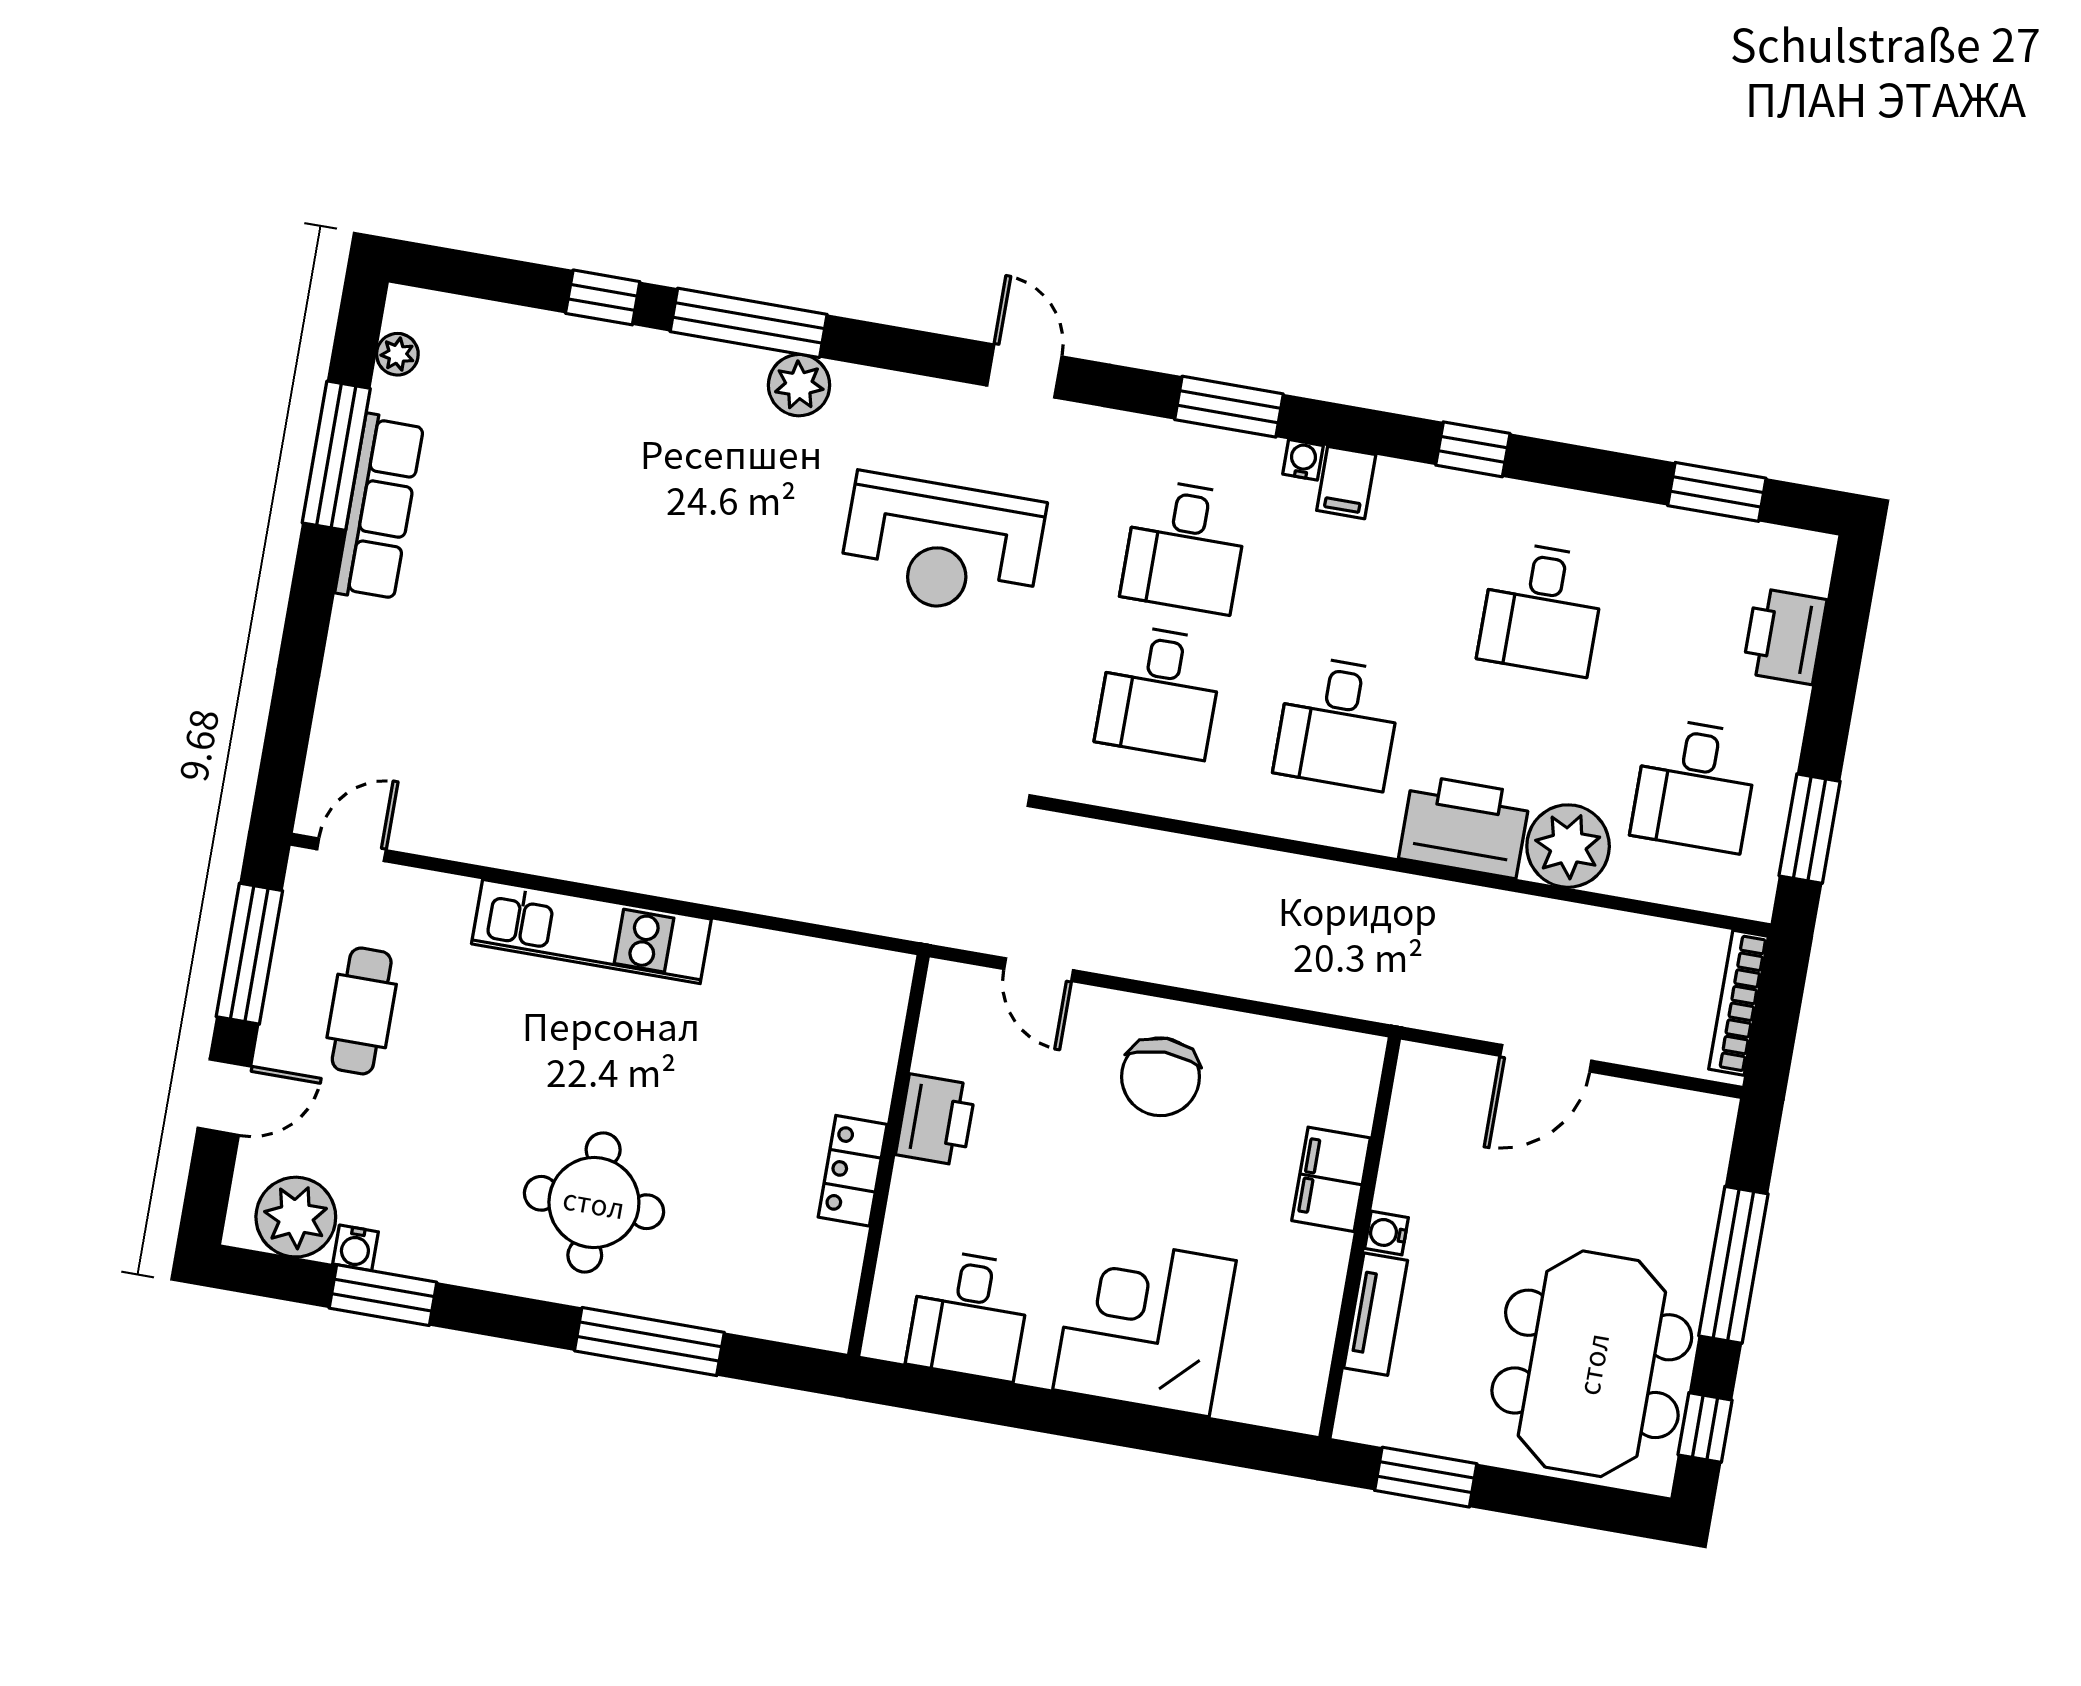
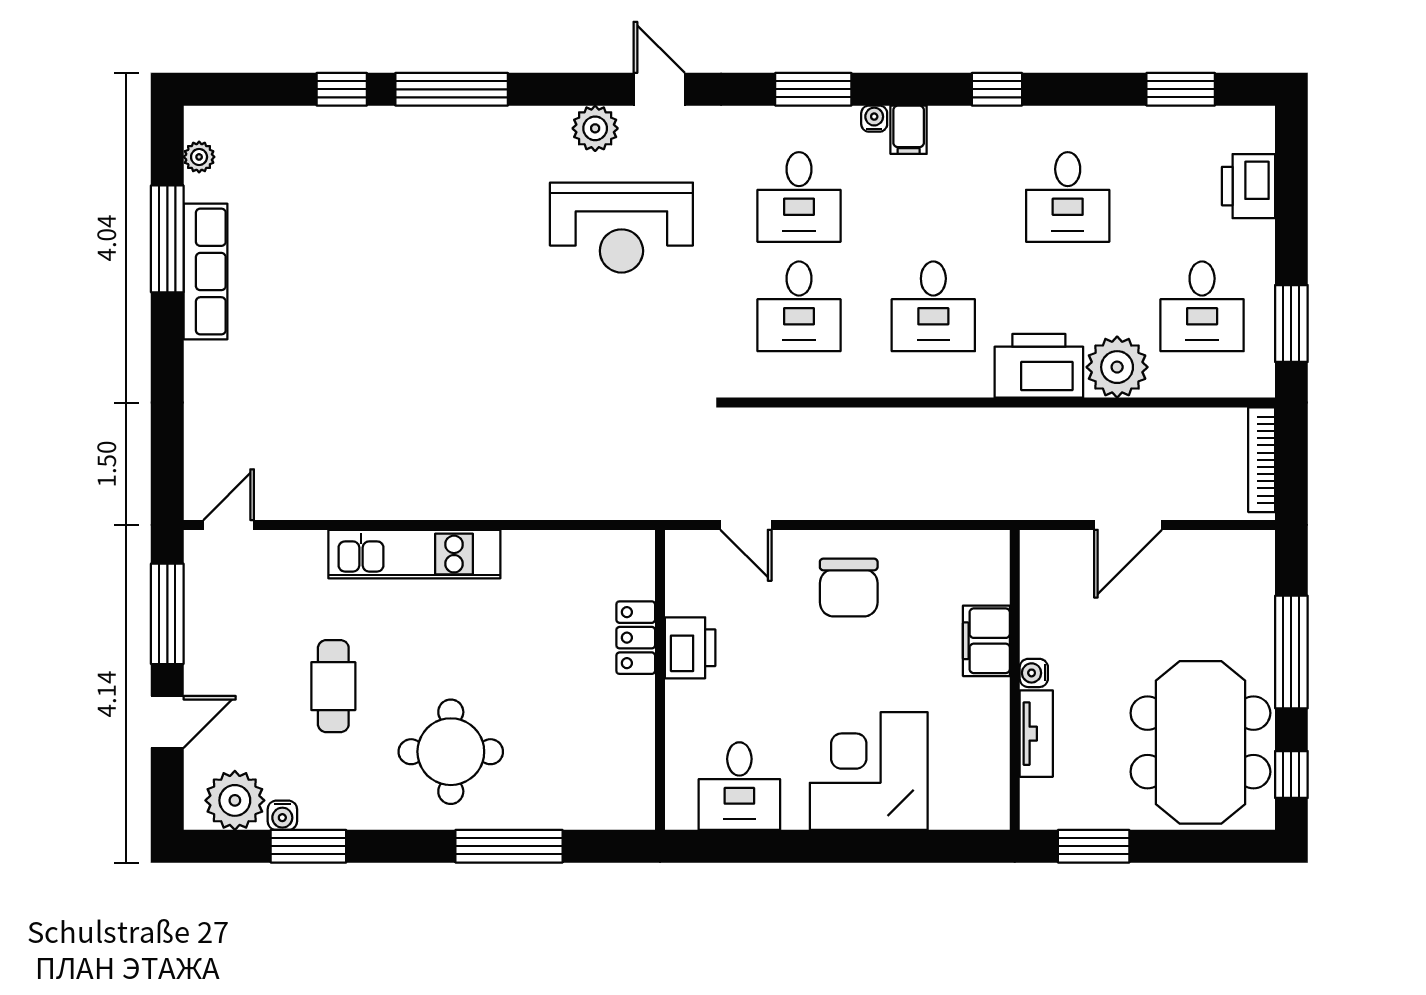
plant: (799, 385) -> (595, 128), moved
cafe table: (362, 1011) -> (333, 686), moved
locker: (853, 1171) -> (636, 638), moved

